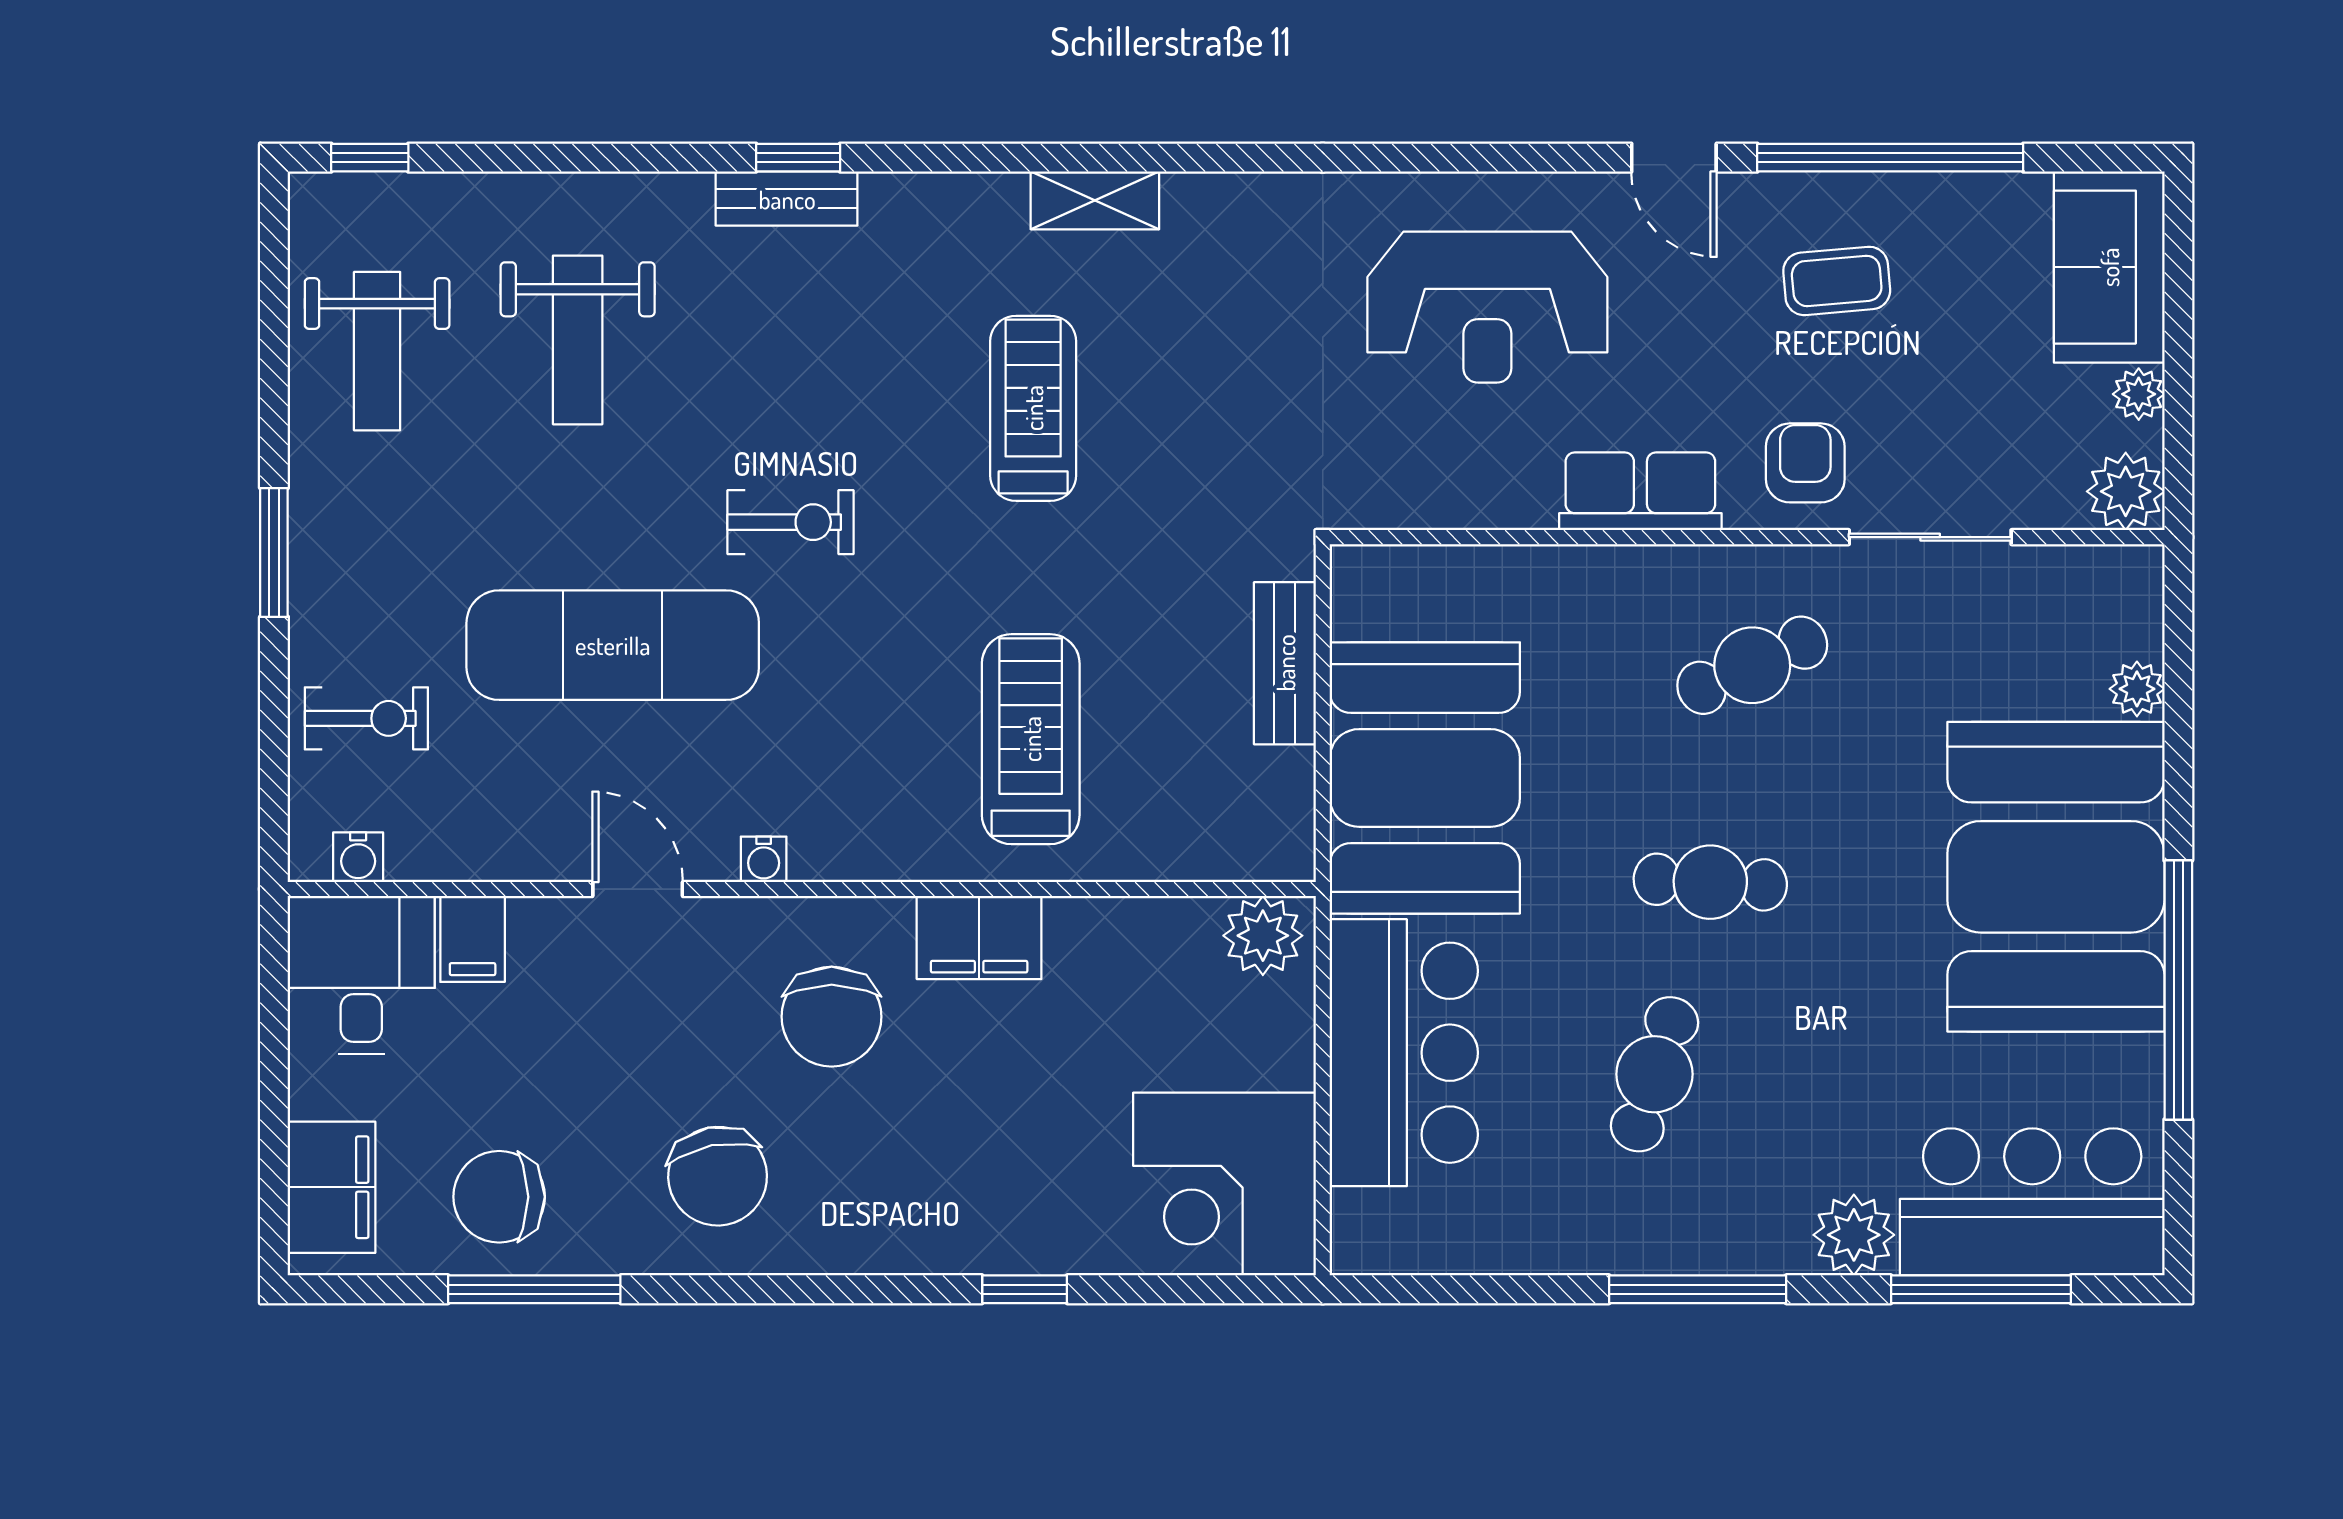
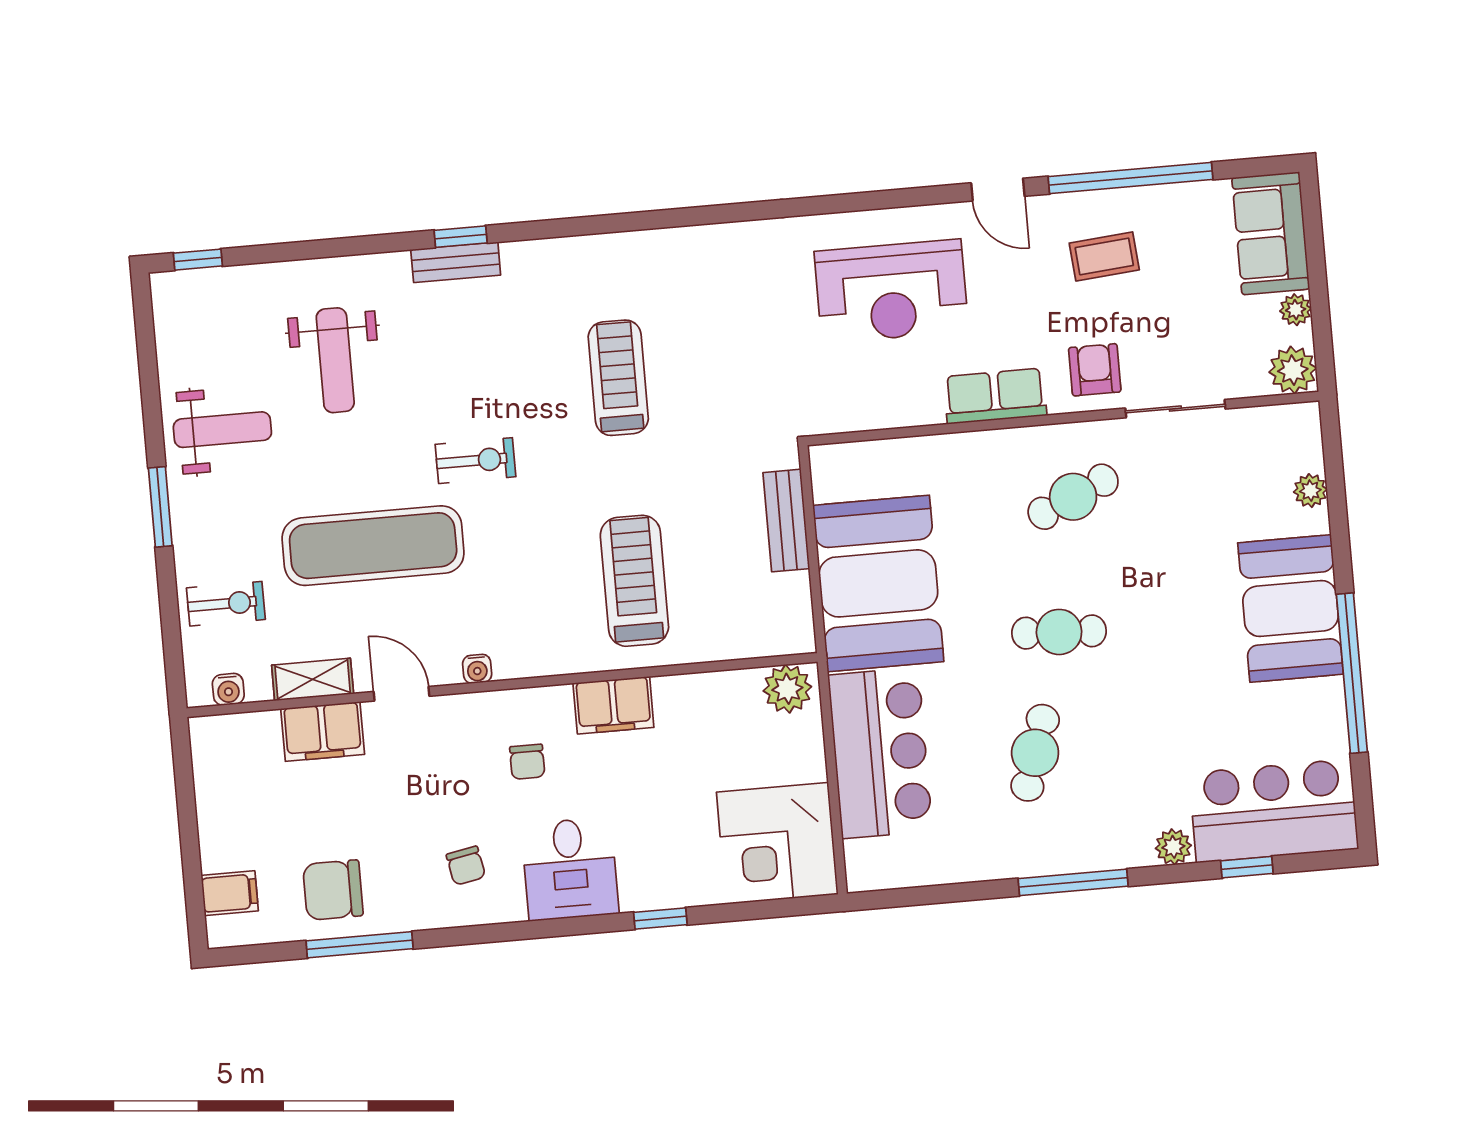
shelving: (1095, 200) -> (313, 679), moved
weight bench: (377, 351) -> (222, 430), moved, turned -90
booth: (2056, 877) -> (1291, 608), width x0.73, depth x0.70
filing cabinet: (473, 939) -> (323, 732), width x2.00
desk: (361, 975) -> (570, 869), moved, turned 180
chair: (832, 1017) -> (527, 762), width x0.54, depth x0.54
chair: (718, 1176) -> (466, 866), width x0.54, depth x0.54
filing cabinet: (332, 1187) -> (230, 893), width x0.50
plant: (1854, 1235) -> (1173, 847), width x0.73, depth x0.73
window: (1981, 1289) -> (1247, 867), width x0.46

